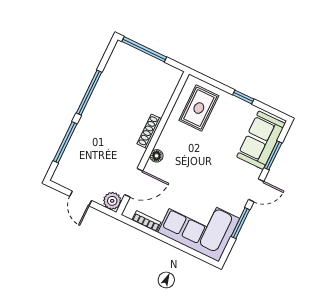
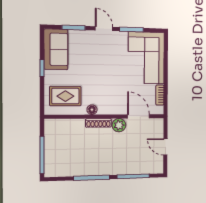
sofa: (261, 140) -> (56, 49), moved, turned -90
floor lamp: (157, 156) -> (92, 110), moved
door: (81, 198) -> (165, 147), swing flipped
plant: (112, 201) -> (119, 125), moved

